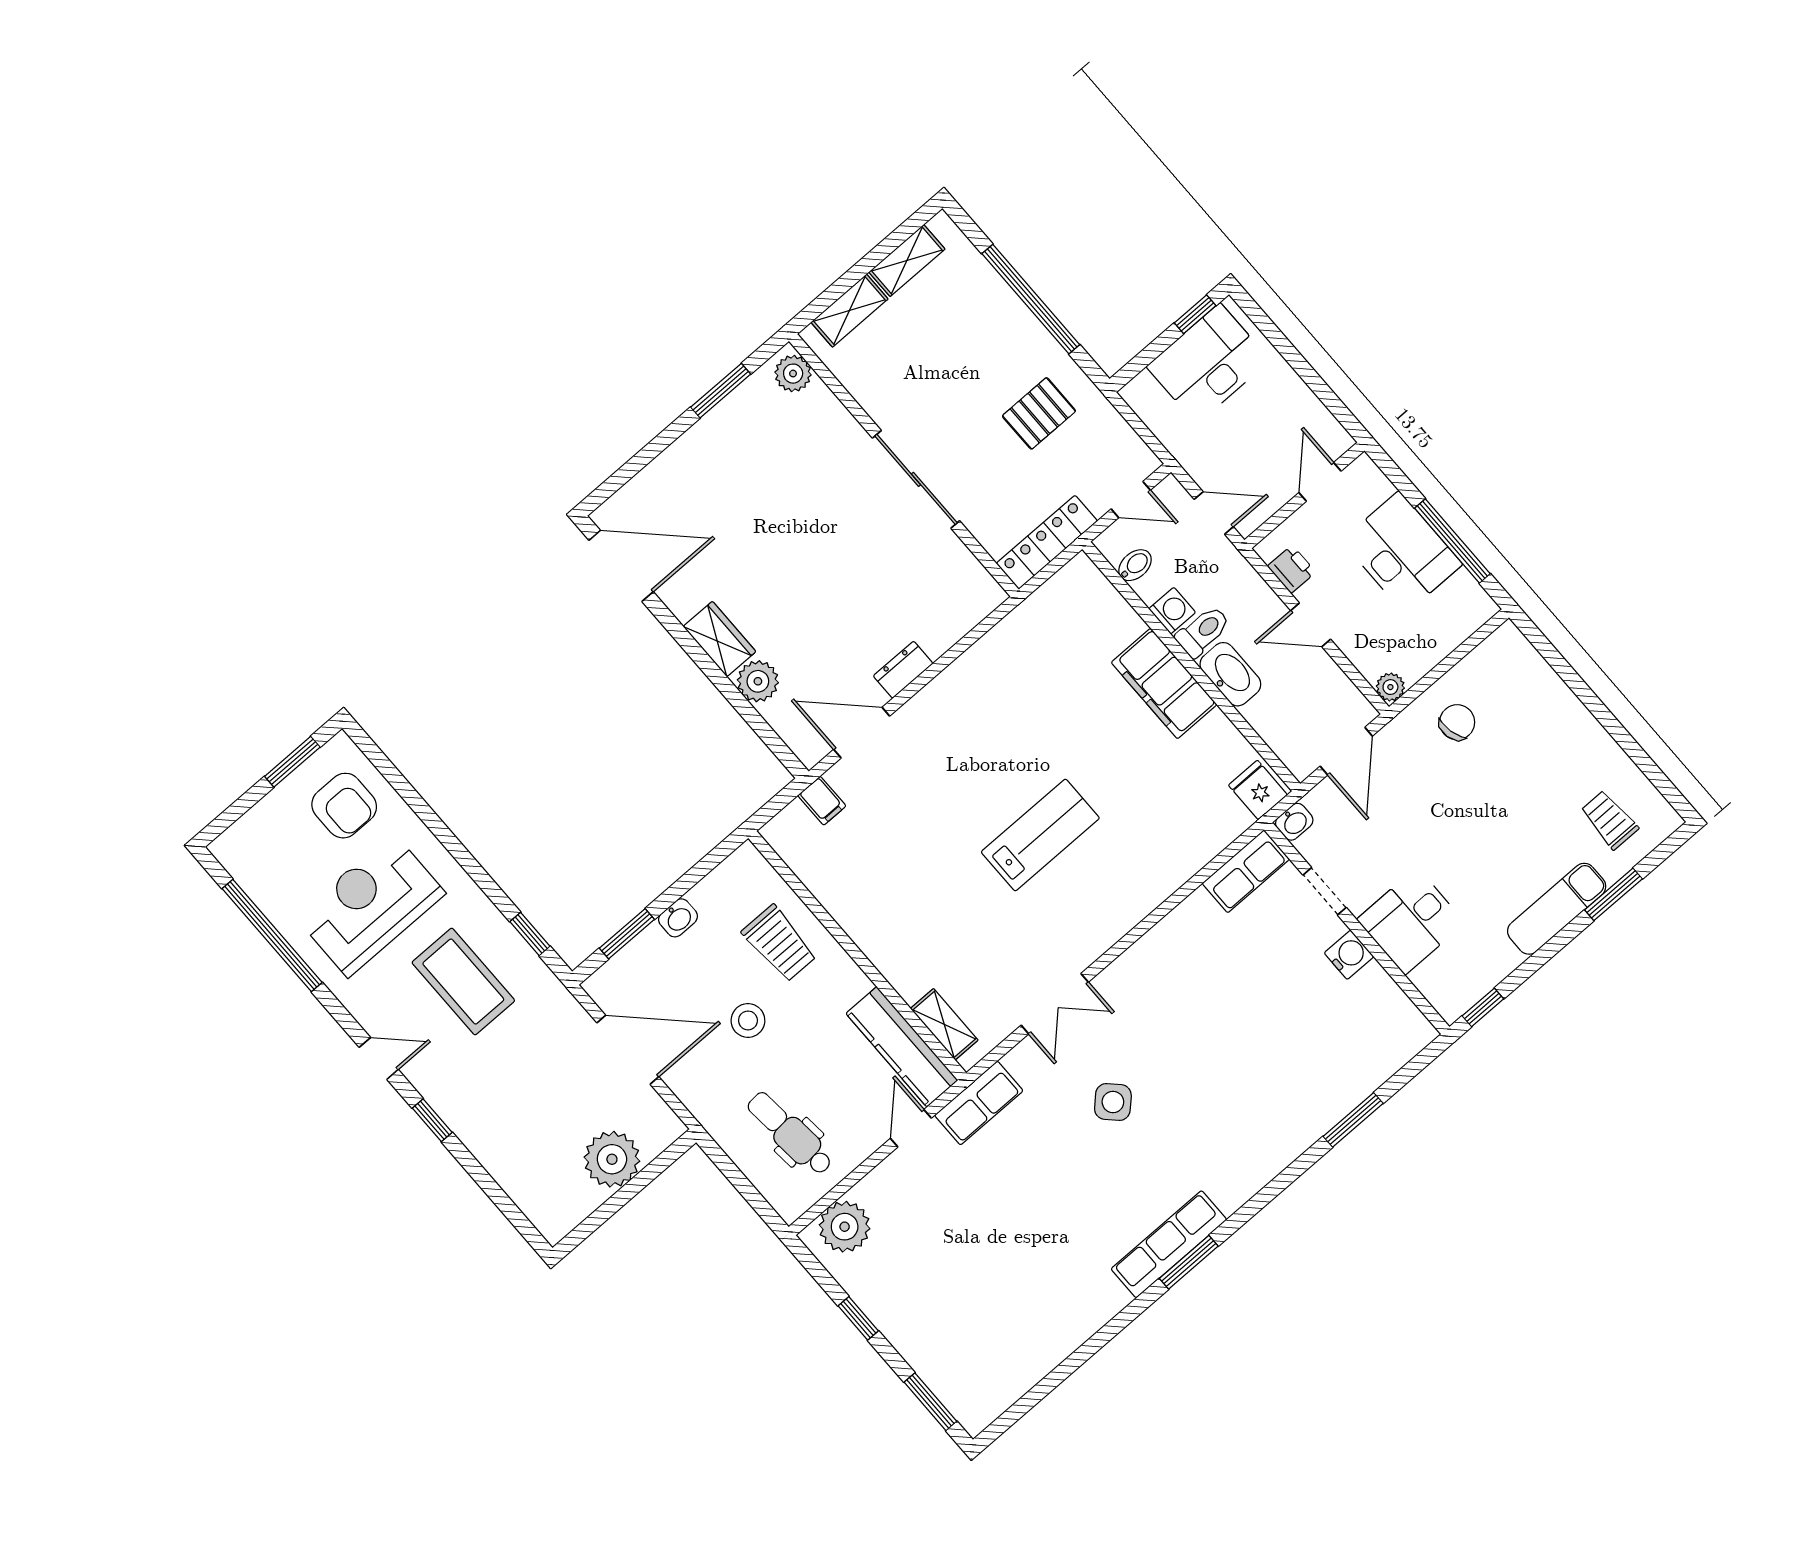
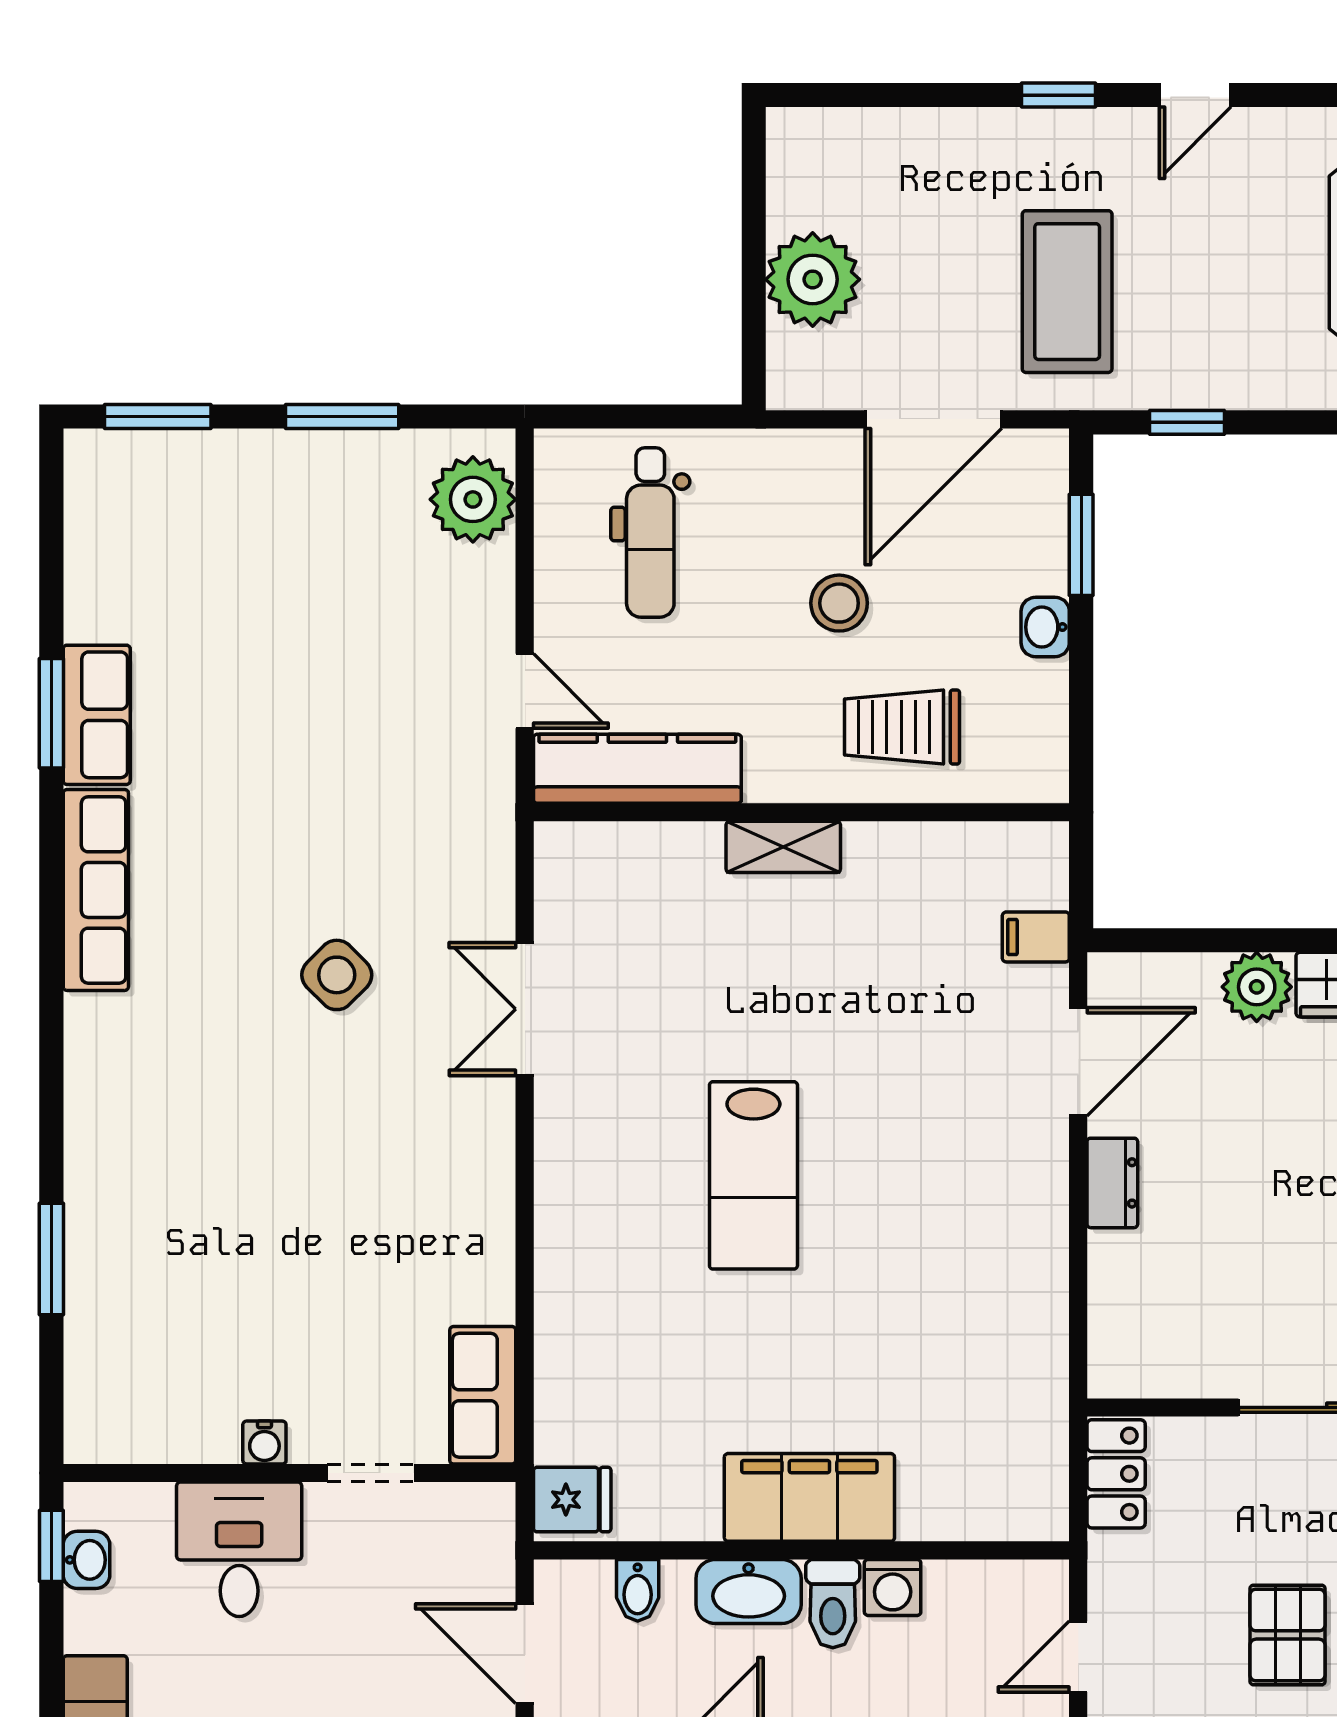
locker: (1047, 542) -> (1116, 1474), width x0.66
bidet: (1135, 565) -> (638, 1590), moved
washbasin: (1294, 822) -> (87, 1560), moved, turned 180
water cooler: (1349, 955) -> (264, 1443), width x0.72, depth x0.72
coffee table: (463, 982) -> (1067, 292), moved, turned 90
shelving: (944, 1024) -> (783, 847), moved
row of seats: (979, 1103) -> (97, 715), moved, turned 180
dental chair: (790, 1134) -> (650, 532), turned 95
window: (1189, 1262) -> (51, 713), moved
window: (858, 1318) -> (342, 416), width x1.50

